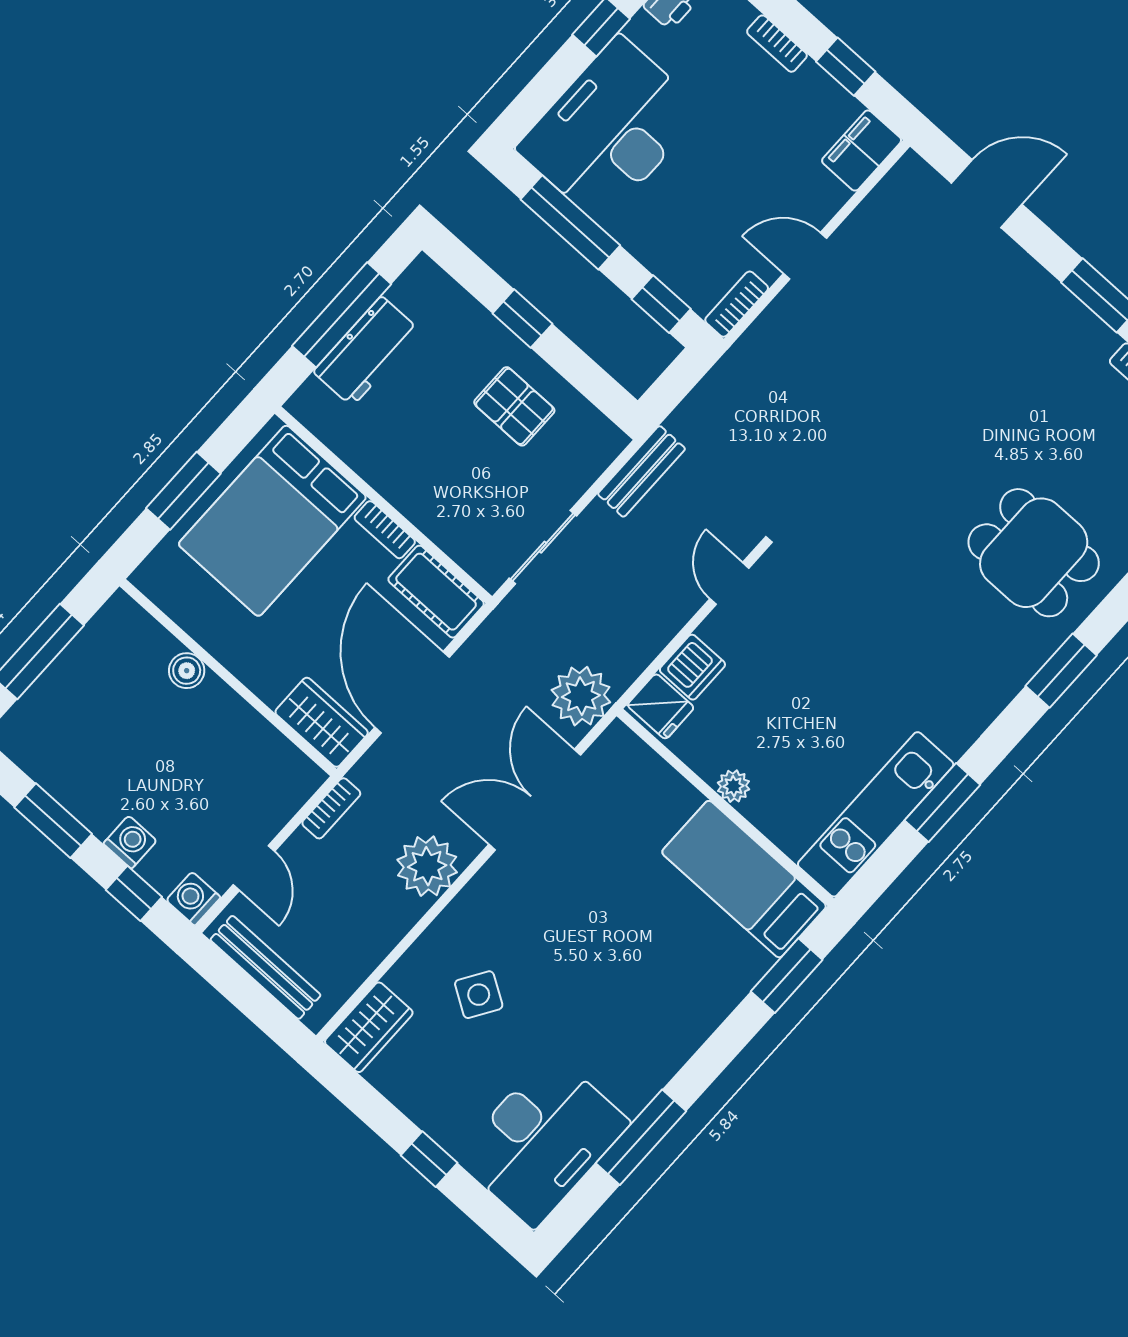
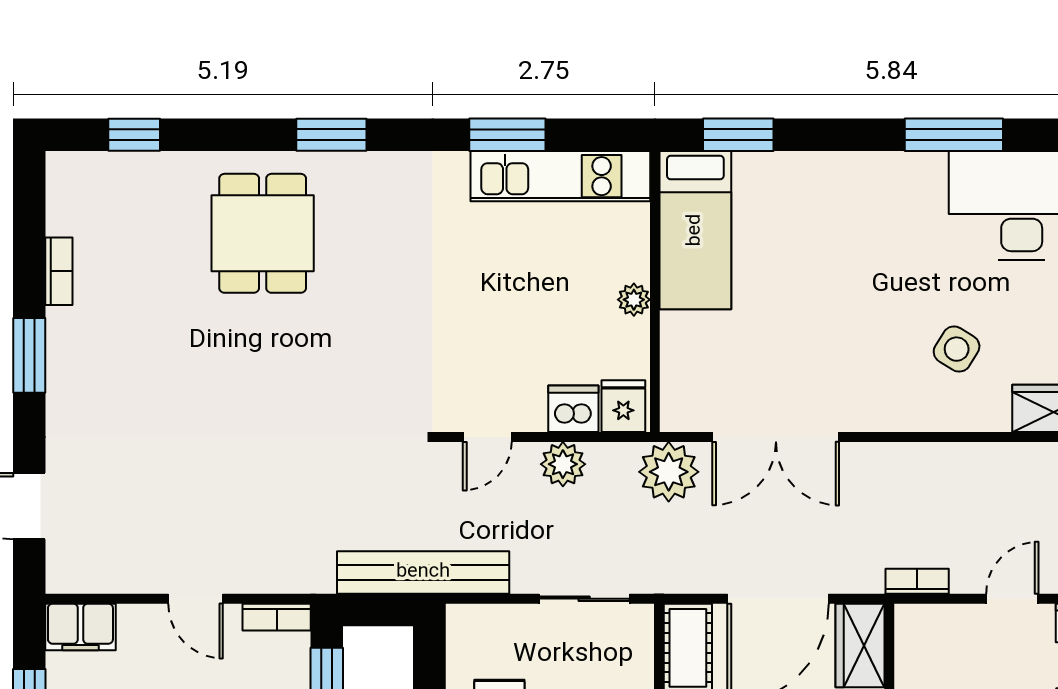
bench: (642, 471) -> (423, 572), width x1.86, depth x1.21
plant: (427, 866) -> (563, 464), moved, width x0.73, depth x0.73

